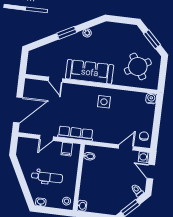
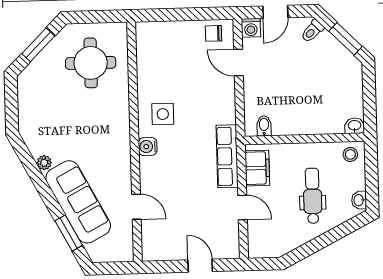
window: (67, 33) -> (69, 233), moved
round table: (138, 66) -> (91, 63), turned 30
sofa: (90, 72) -> (78, 202), moved, turned 152
door: (55, 80) -> (136, 207), hinge flipped
water cooler: (151, 99) -> (148, 147), moved
door: (18, 110) -> (200, 266), width x0.53
filing cabinet: (67, 149) -> (257, 168), width x2.00

